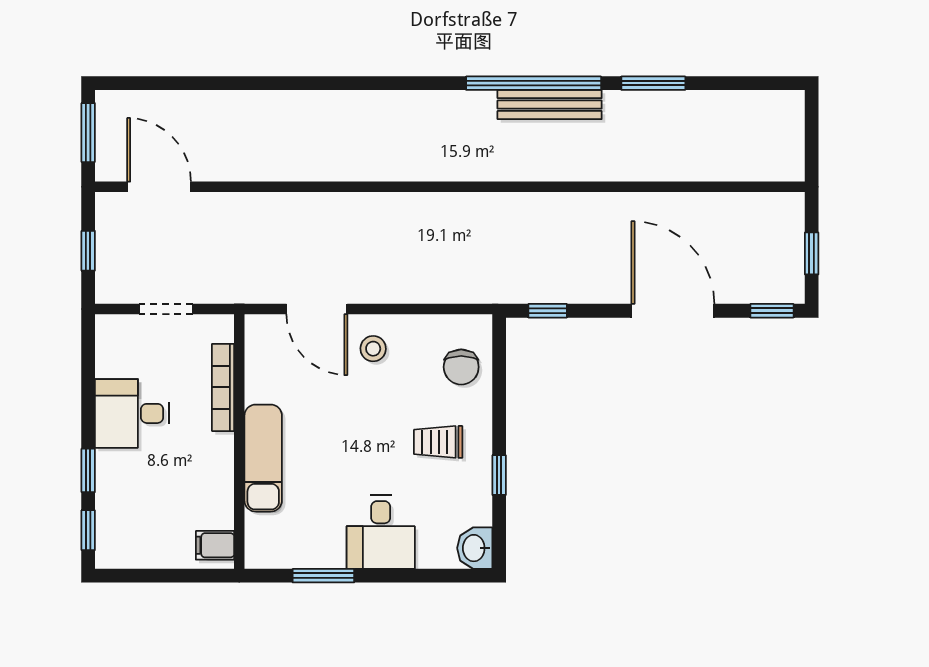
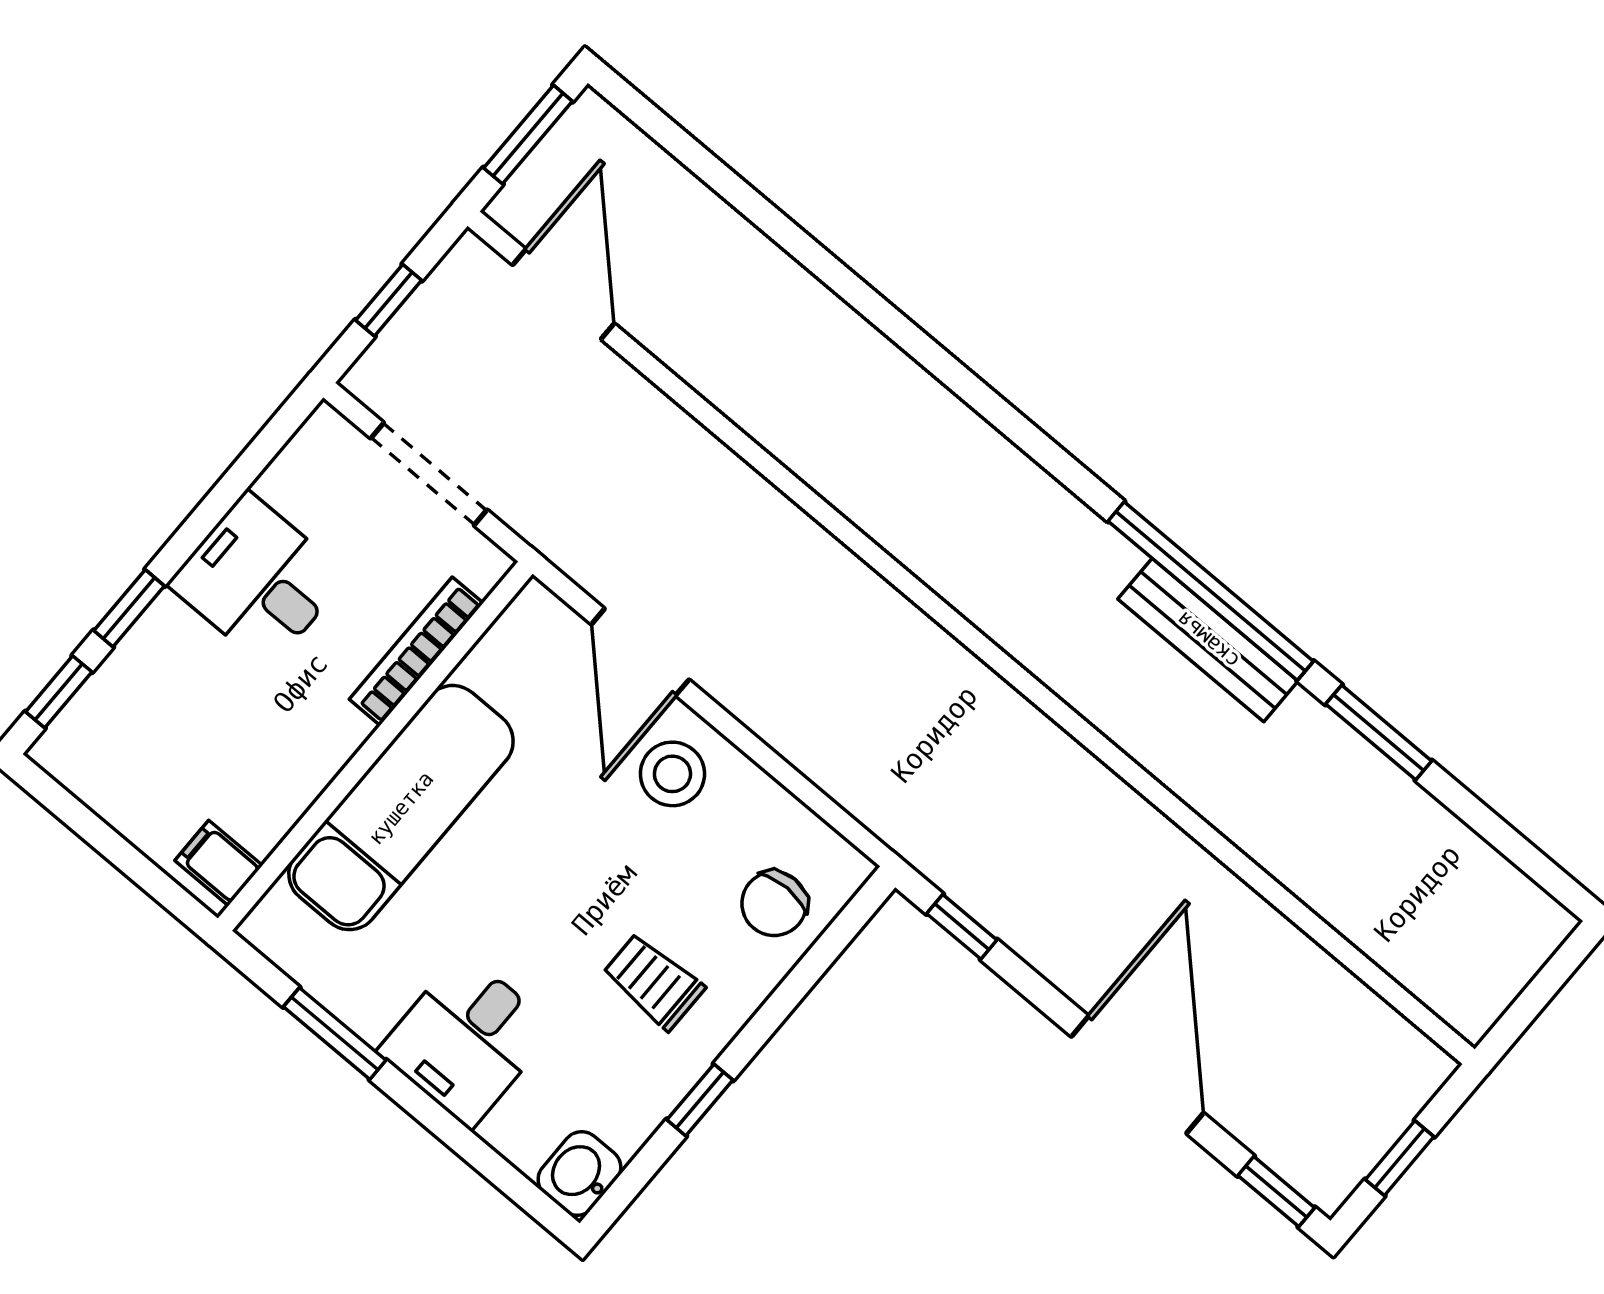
doorway: (166, 309) -> (429, 474), width x1.38
stool: (373, 349) -> (672, 774), width x1.37, depth x1.37
exam couch: (263, 458) -> (401, 808), width x1.36, depth x1.45

